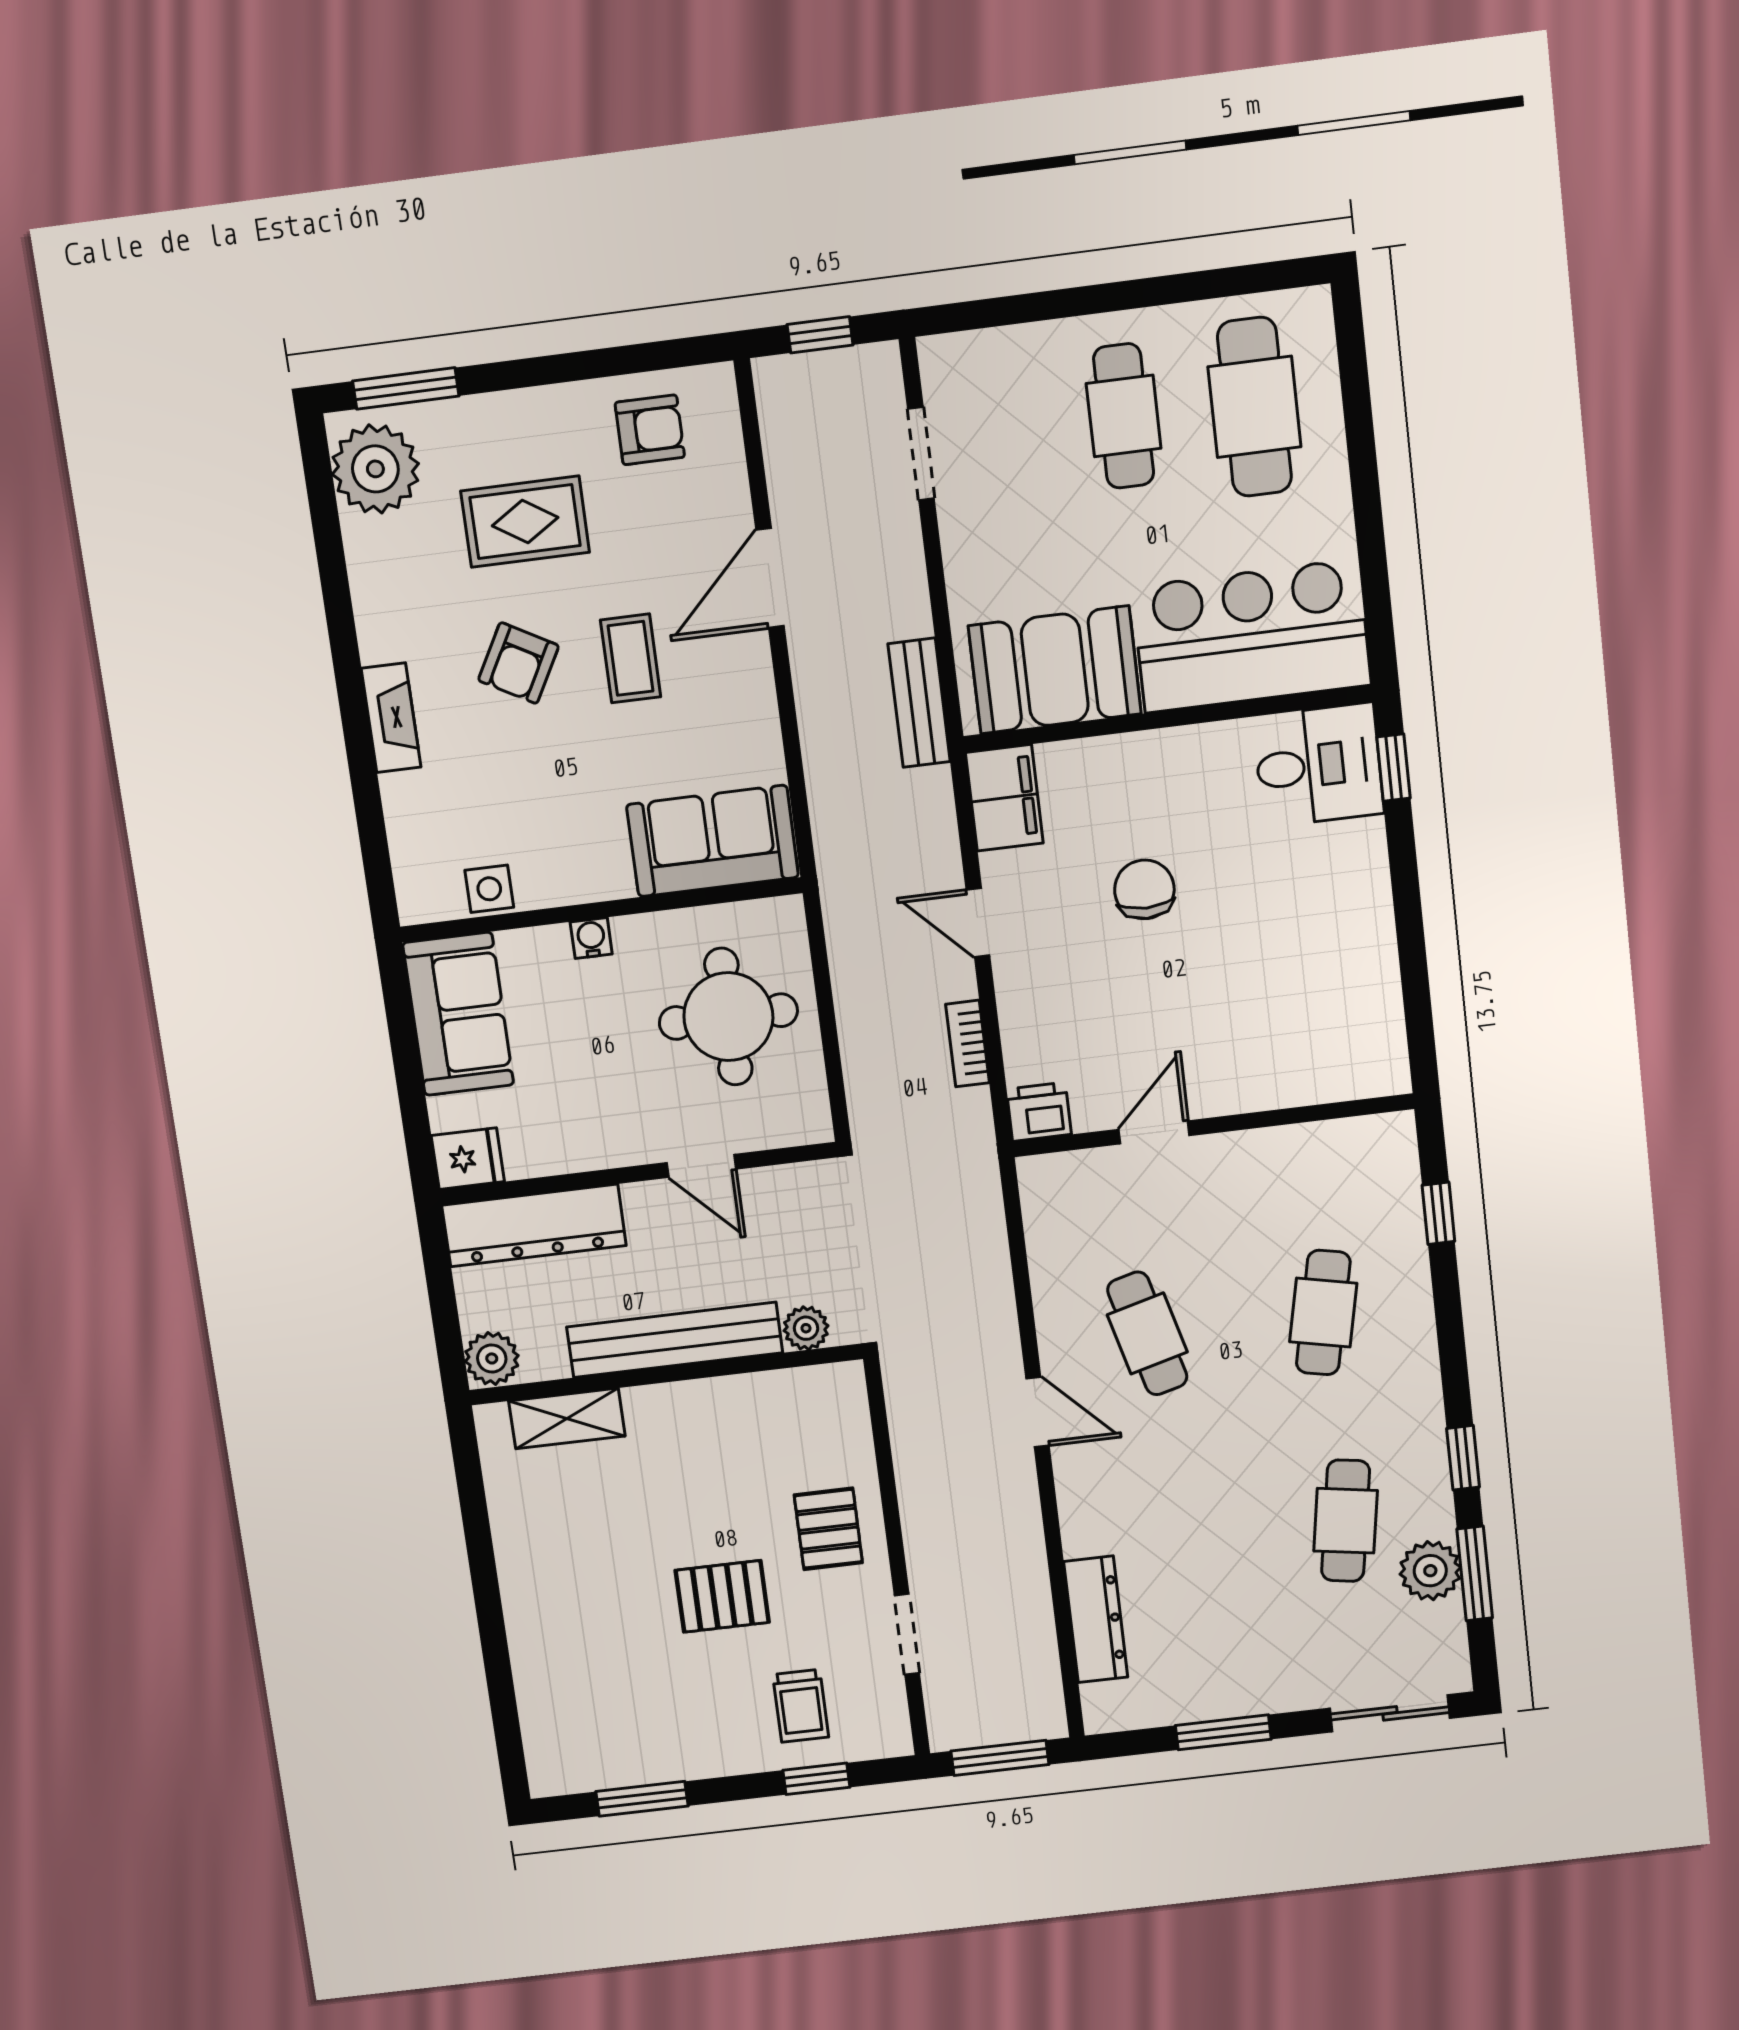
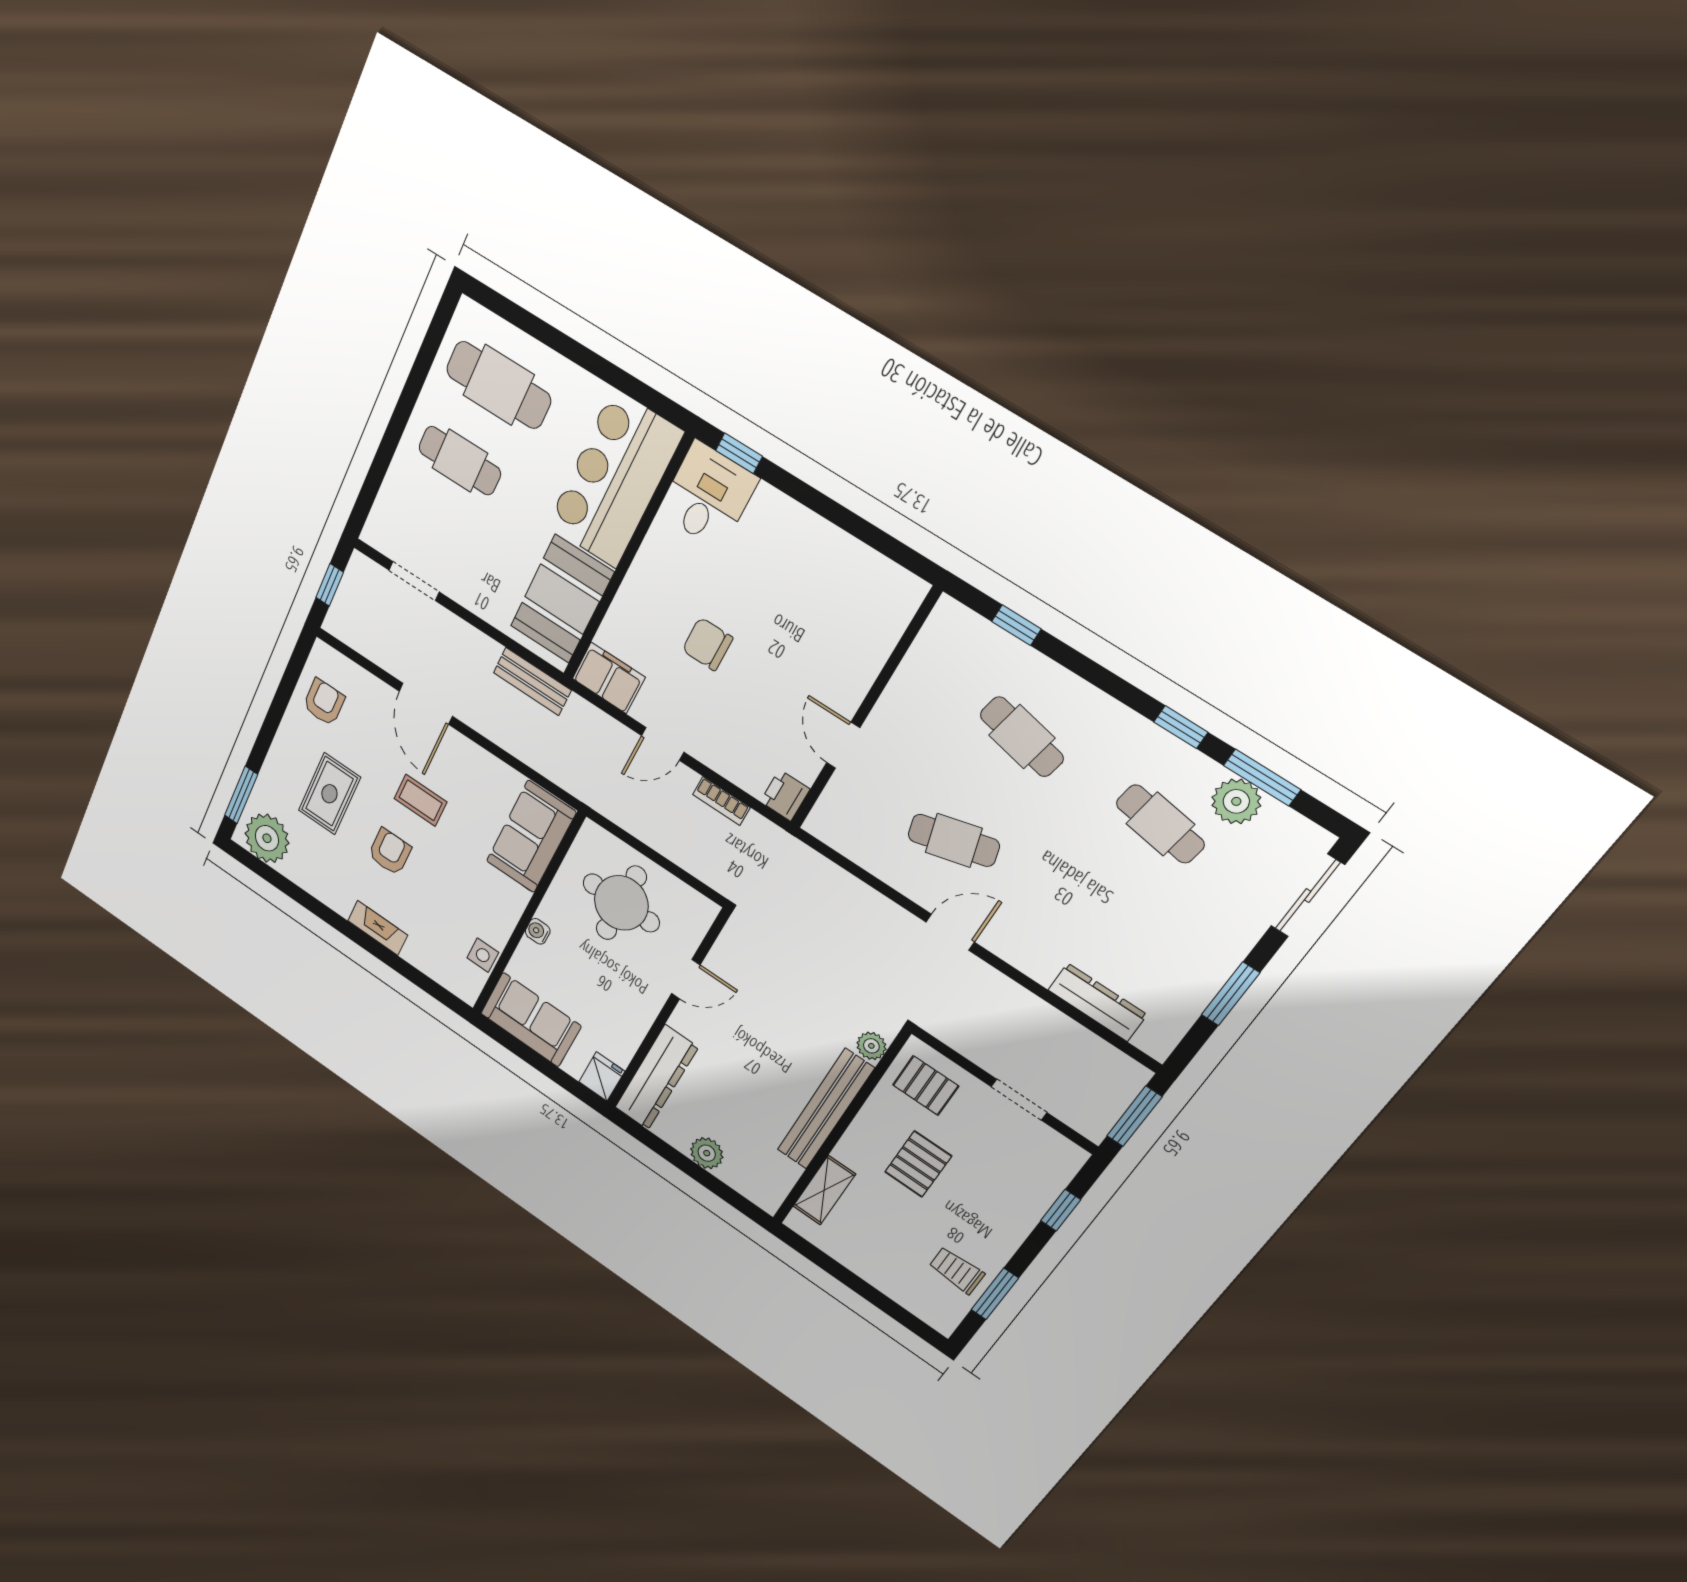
armchair: (518, 663) -> (390, 852), turned -119
plant: (806, 1328) -> (871, 1046), moved
bench: (675, 1340) -> (825, 1109), moved
wall: (666, 1375) -> (840, 1129), moved
shelving: (567, 1418) -> (824, 1190), moved
trolley: (801, 1706) -> (957, 1270), moved, turned 180

